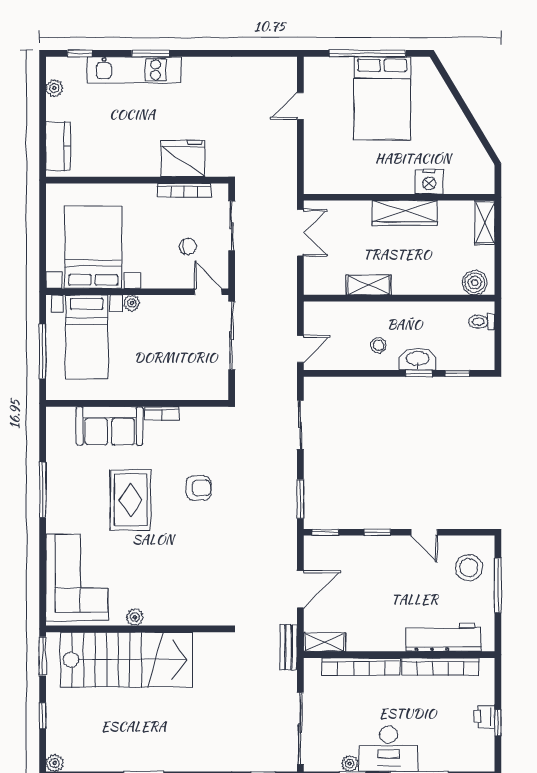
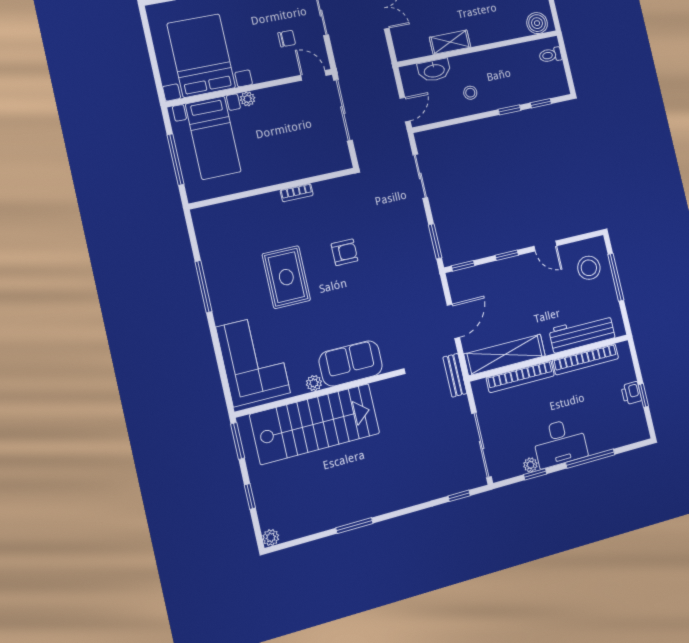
washbasin: (418, 359) -> (434, 70), moved, turned 180
sofa: (110, 426) -> (351, 363), moved, turned 180
shelving: (324, 642) -> (505, 355), width x2.20, depth x1.33

